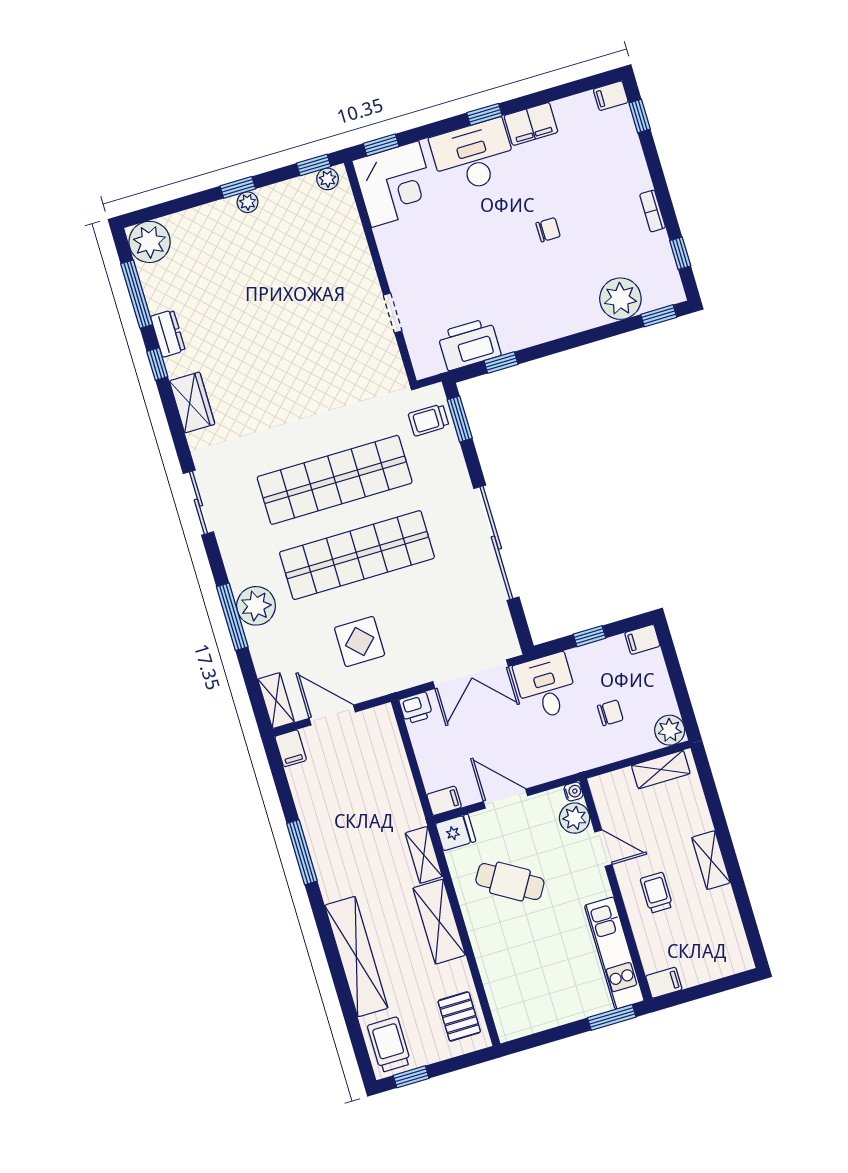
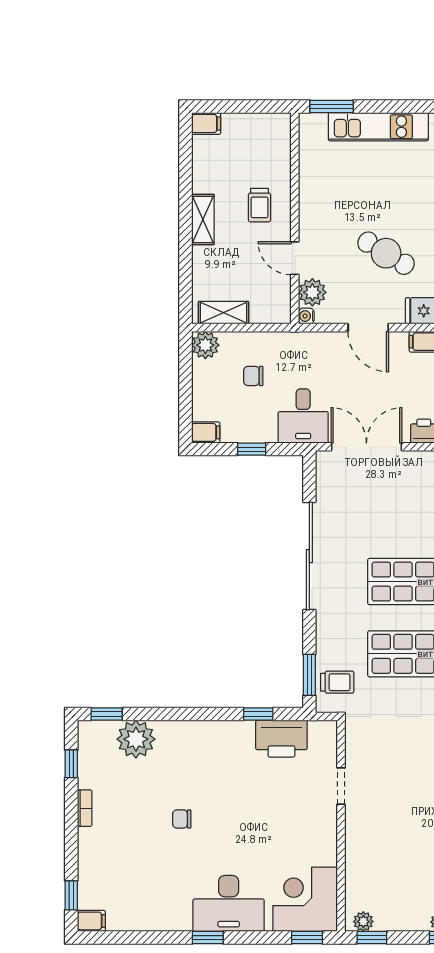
filing cabinet: (531, 124) -> (169, 917), removed
kitchen unit: (614, 953) -> (378, 127), moved, turned 90
filing cabinet: (664, 983) -> (206, 124), moved, turned 180

